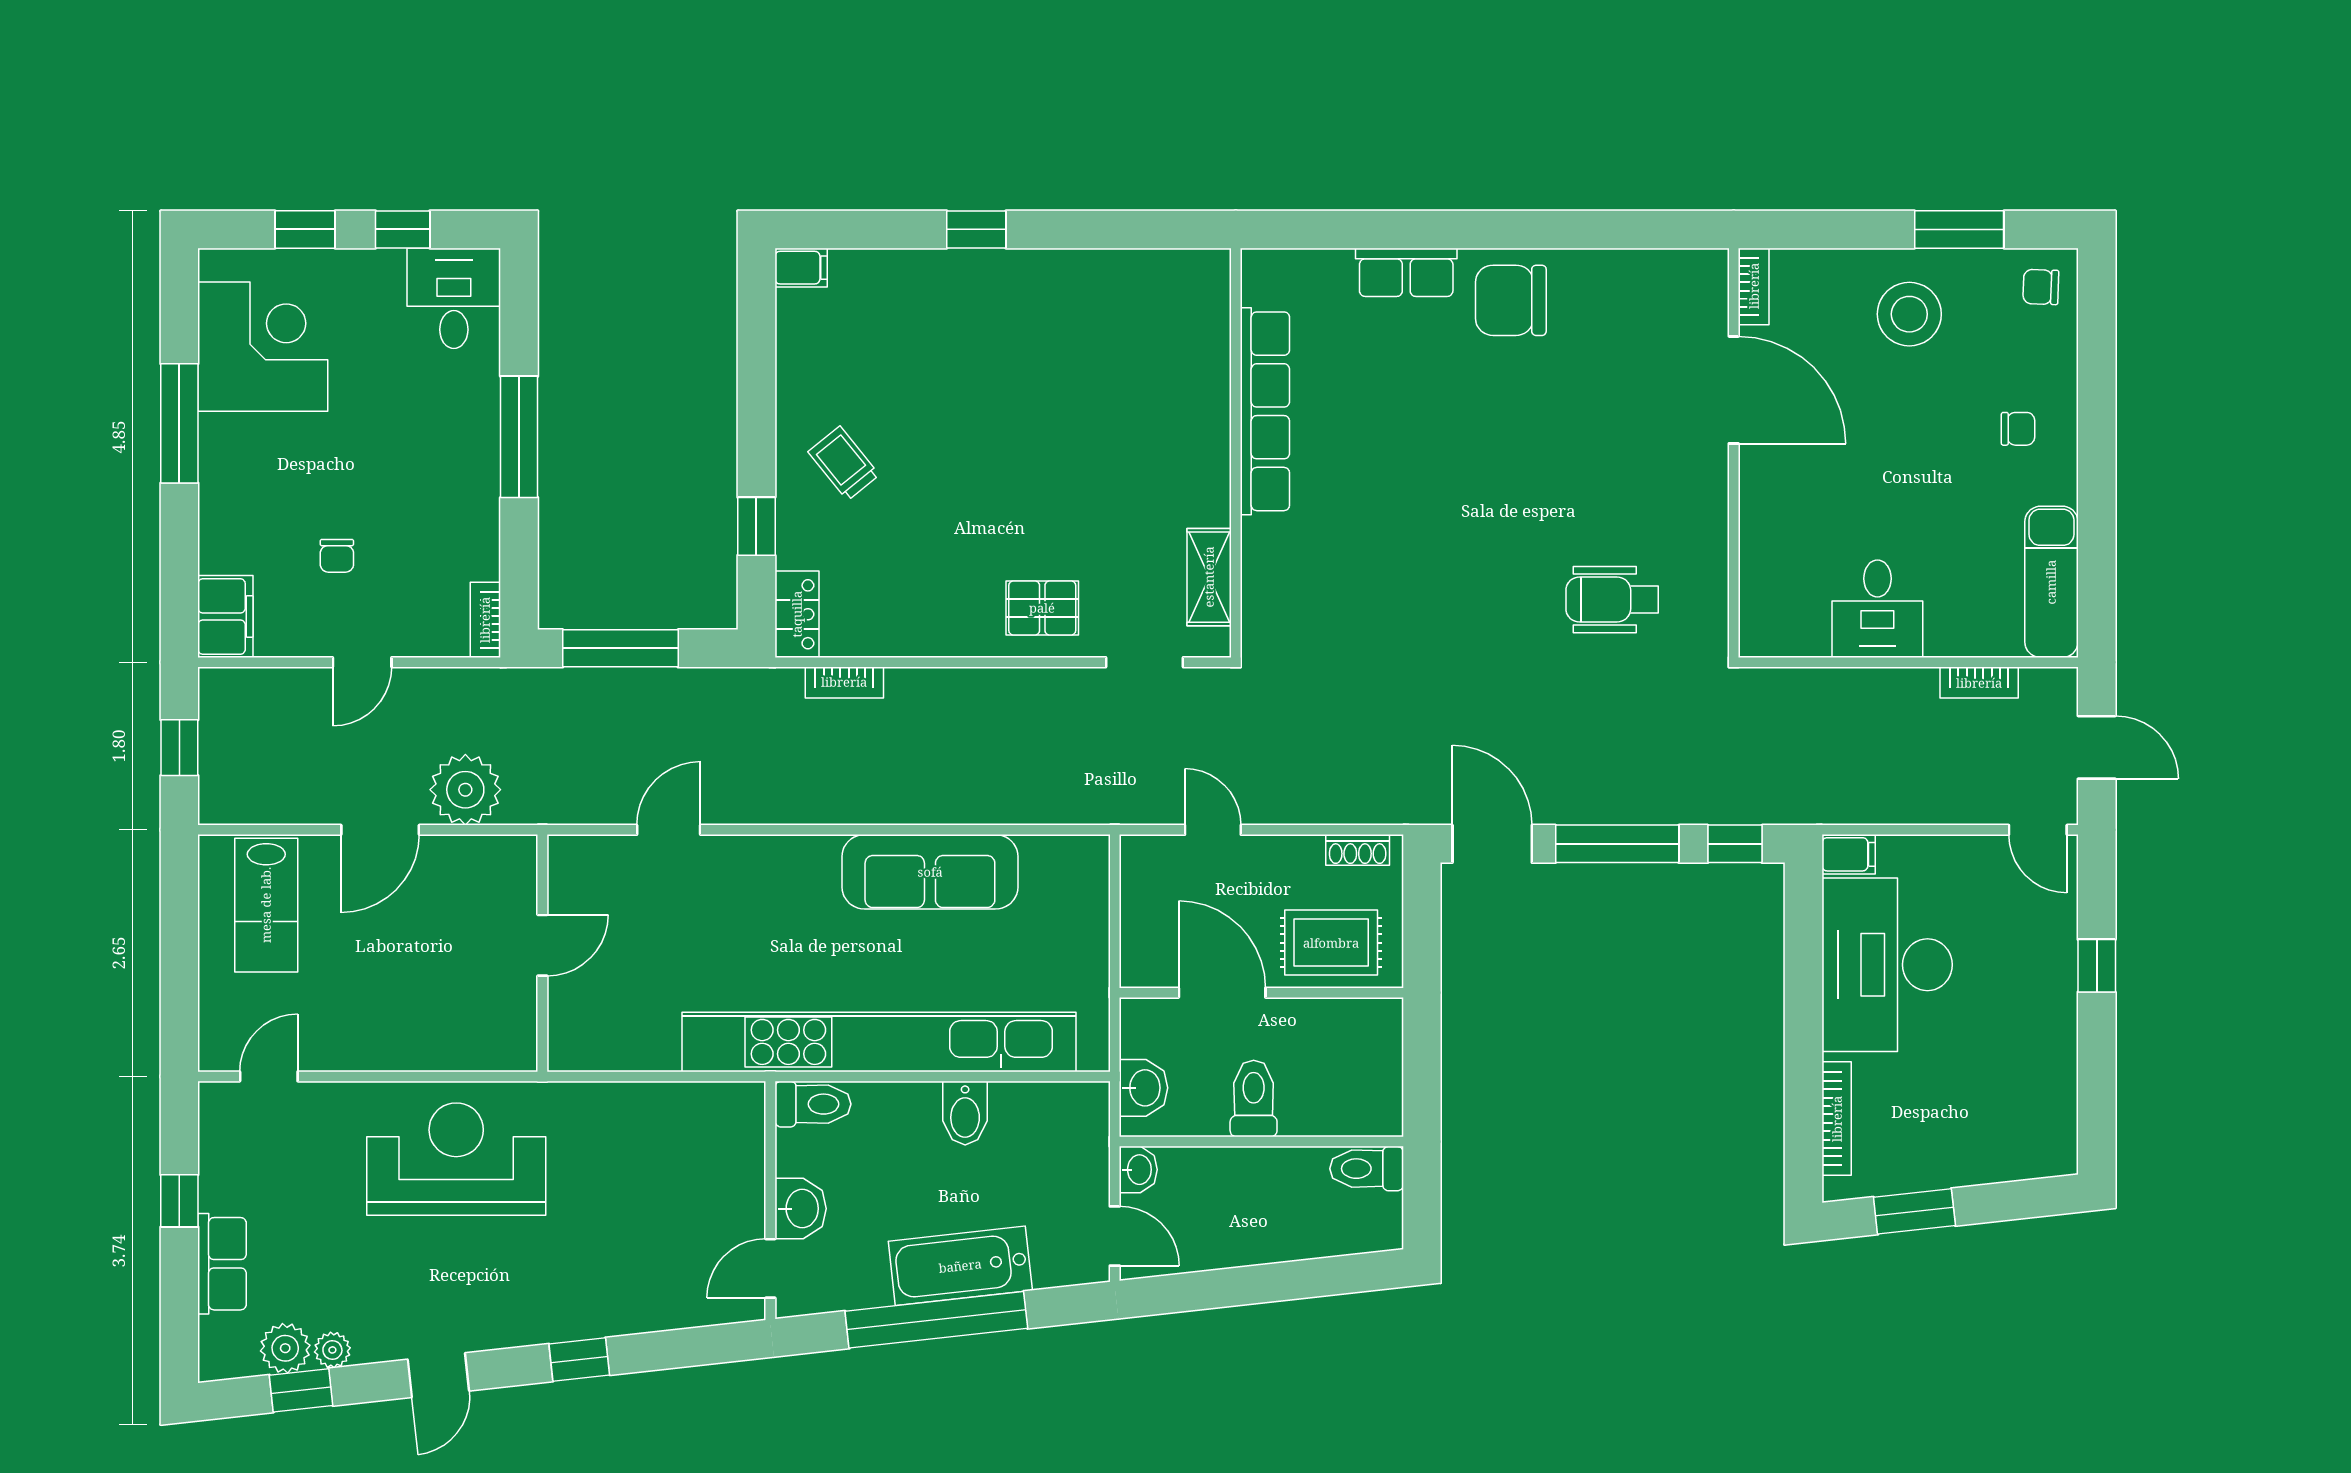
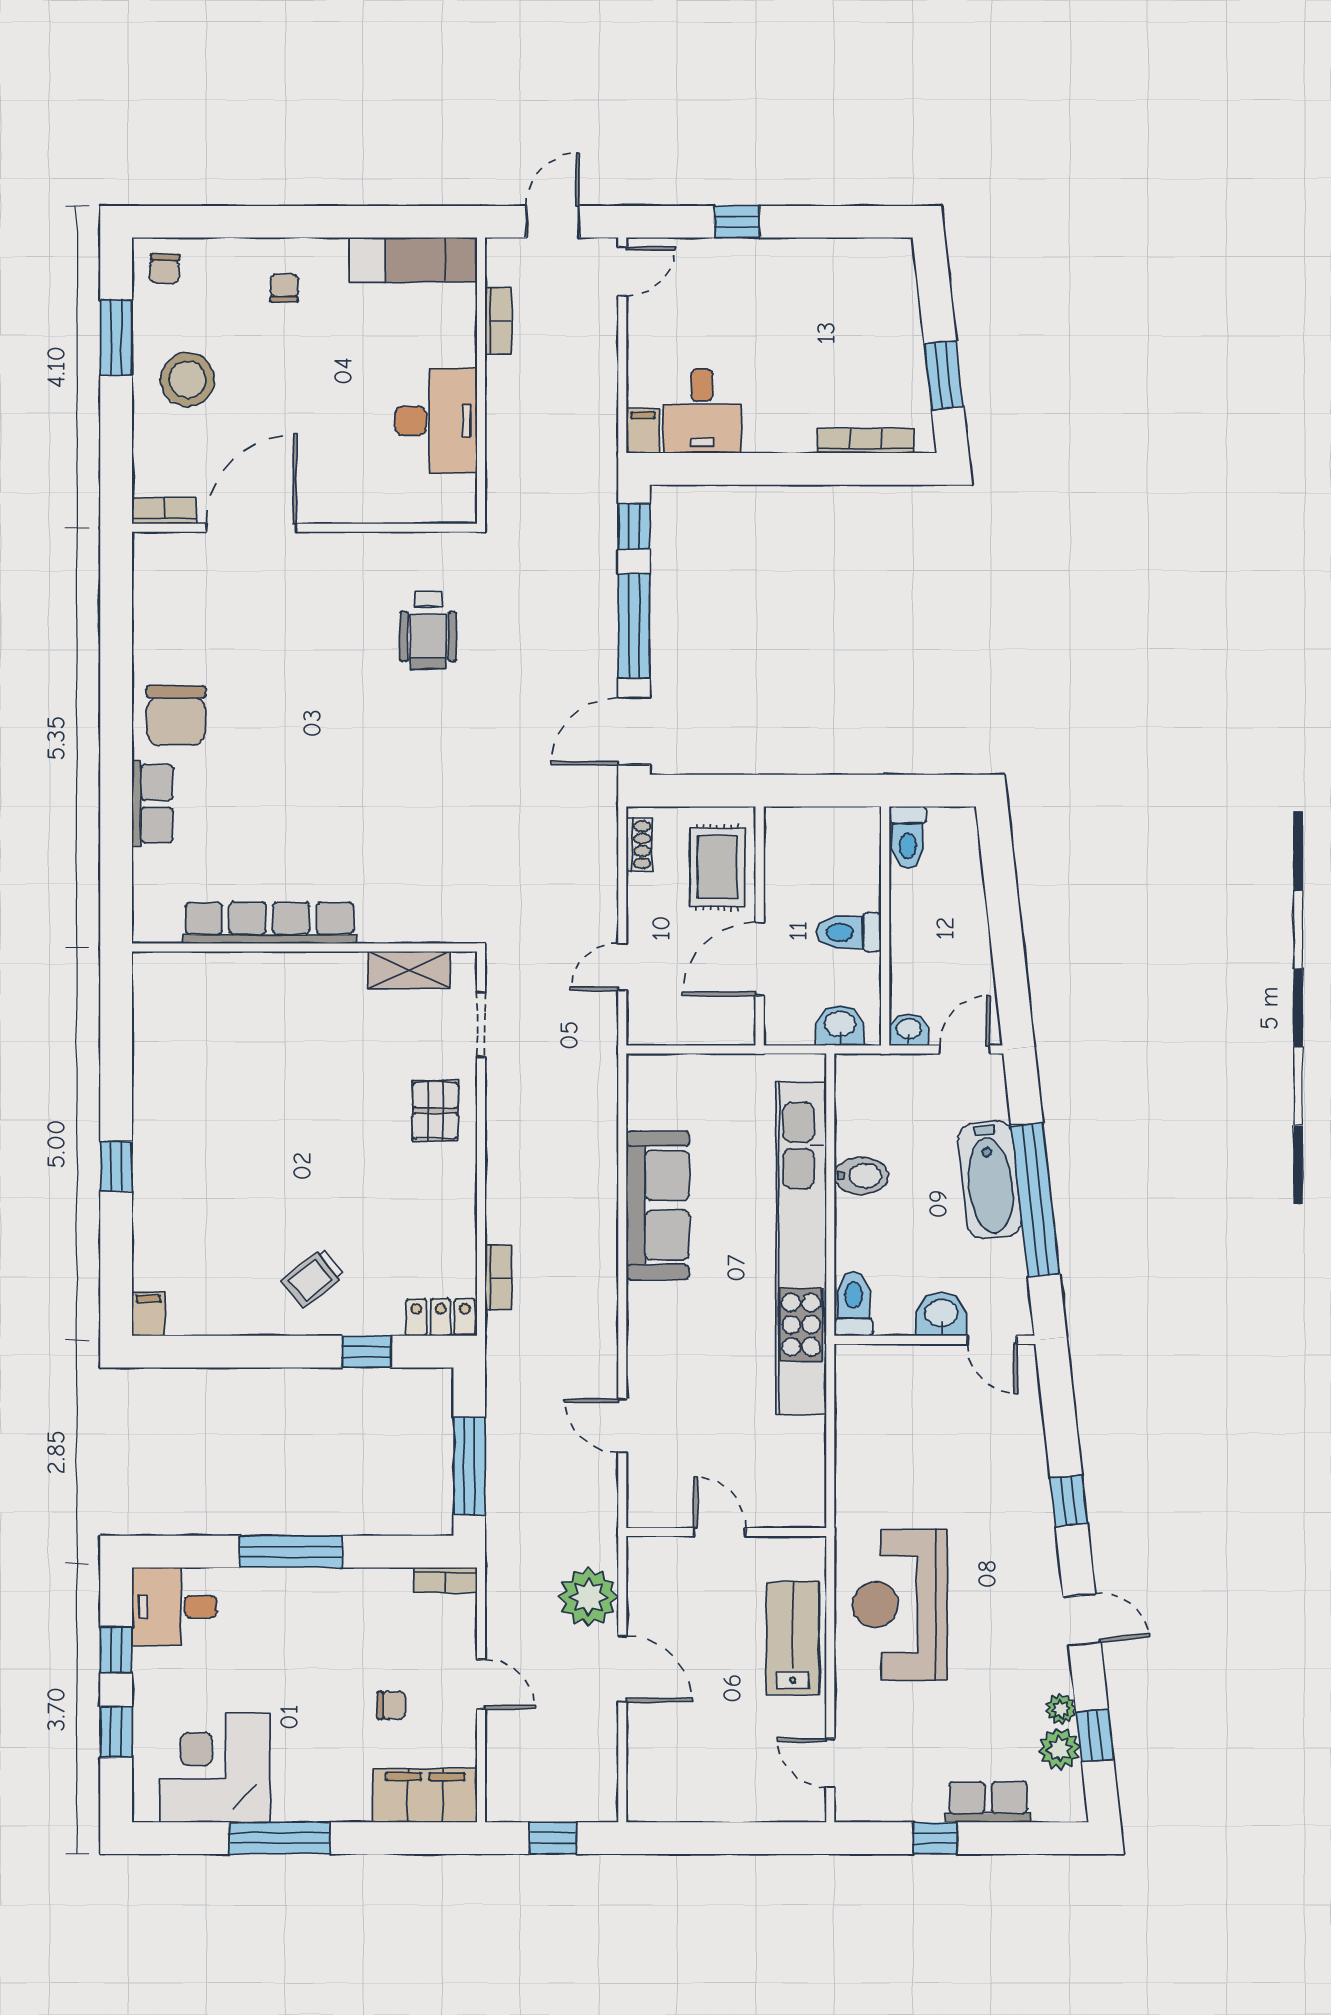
desk: (1877, 609) -> (436, 421), width x1.37
filing cabinet: (225, 616) -> (425, 1795), width x1.50, depth x1.17
lab bench: (266, 905) -> (793, 1638), moved, turned -90
desk: (1887, 965) -> (702, 411), width x0.53, depth x0.77

